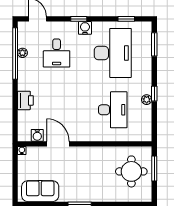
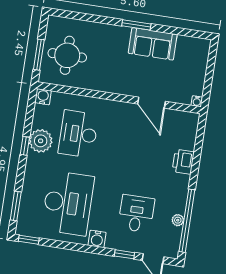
window: (79, 19) -> (124, 254), moved
window: (126, 19) -> (29, 240), moved
desk: (113, 53) -> (68, 203), turned 180
plant: (147, 100) -> (41, 141), width x1.87, depth x1.87
water cooler: (37, 135) -> (43, 97), moved
sofa: (40, 191) -> (153, 44), moved

